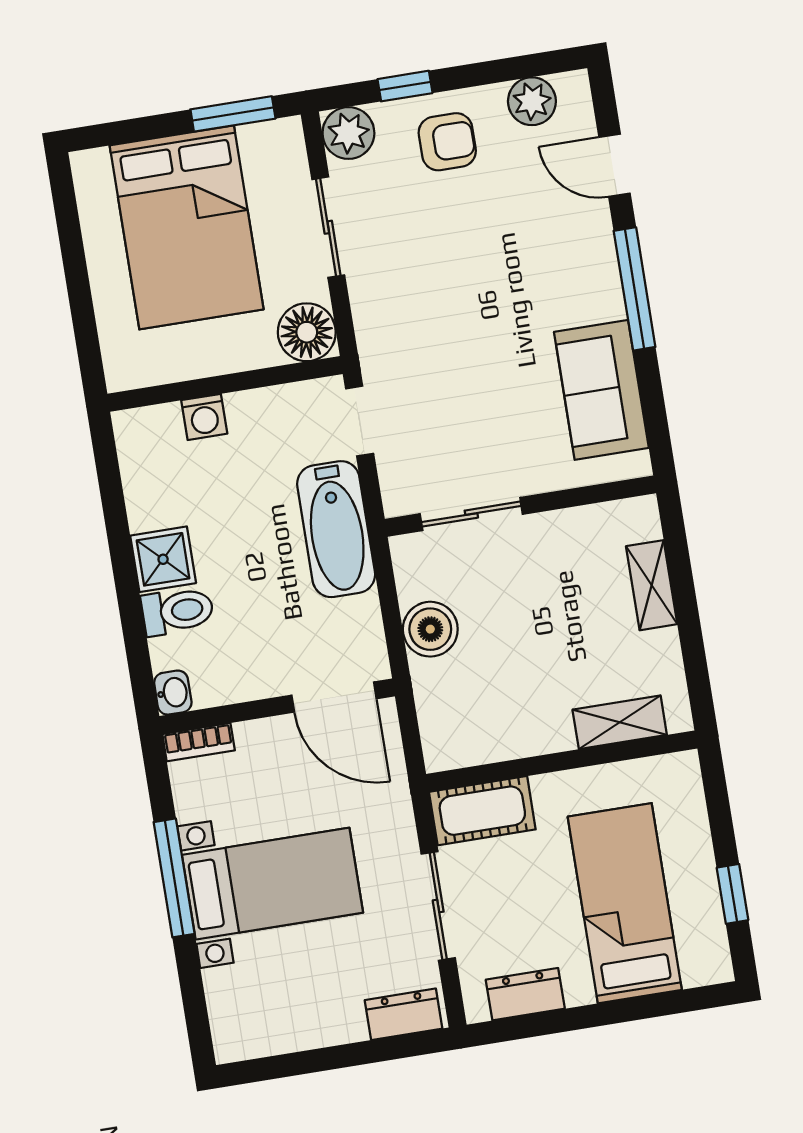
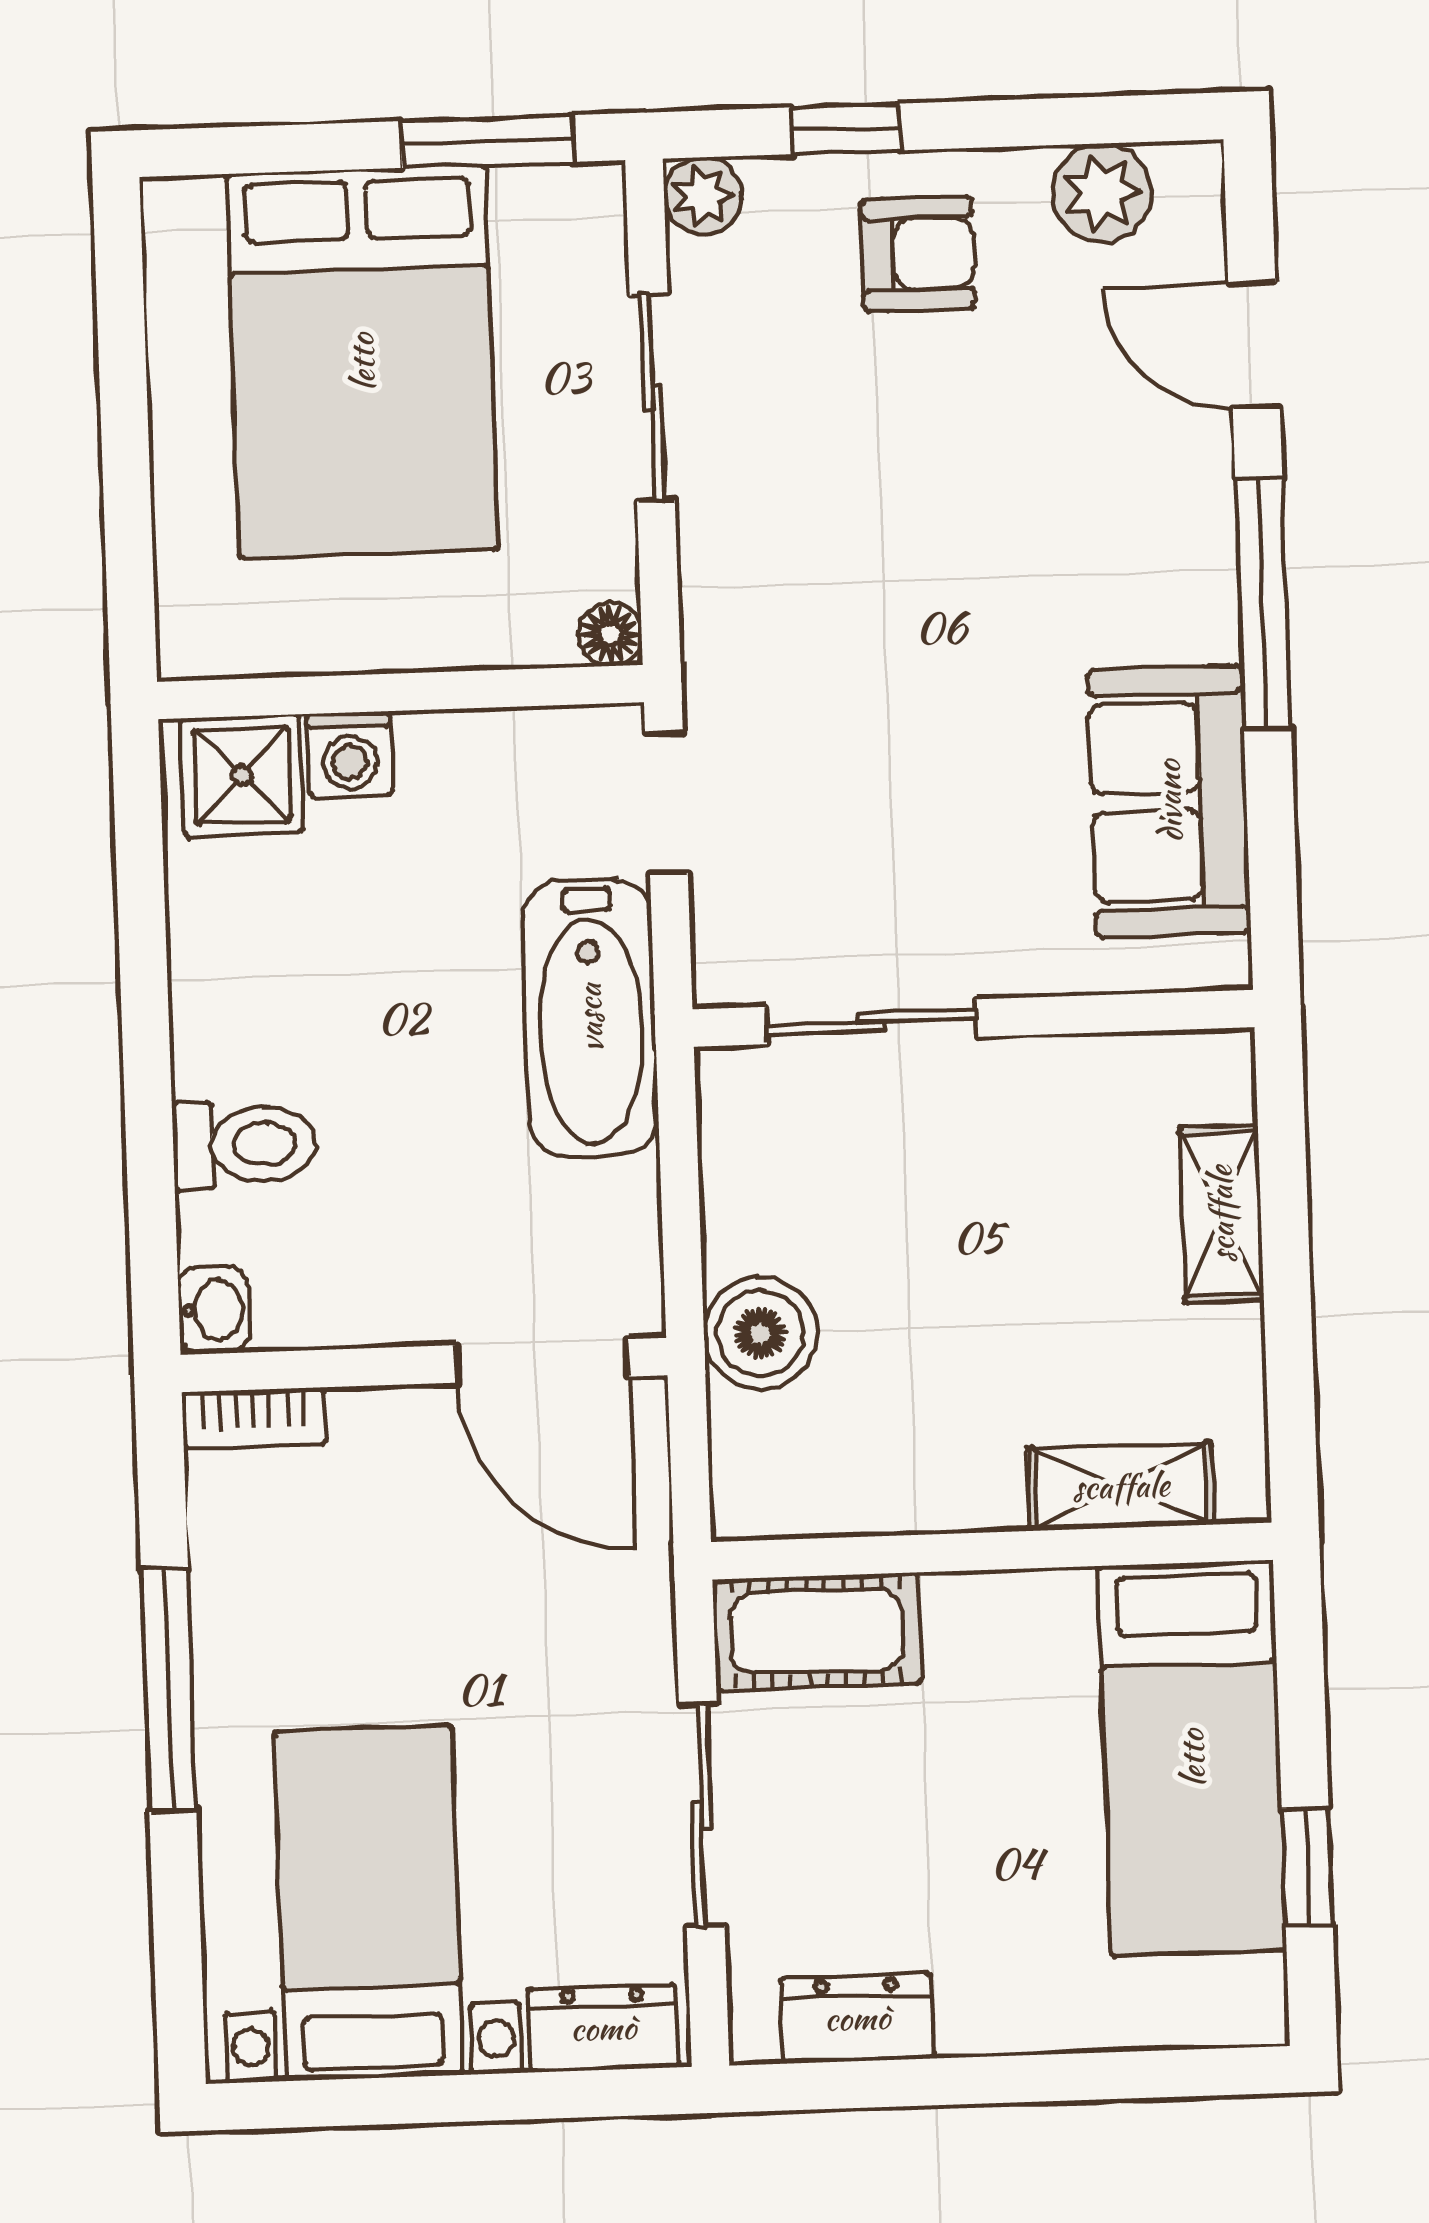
plant: (348, 133) -> (703, 196), width x0.73, depth x0.73
floor lamp: (307, 332) -> (610, 634), width x0.53, depth x0.53
shower: (163, 559) -> (242, 776), moved
boiler: (430, 629) -> (760, 1333), moved
bed with nightstands: (272, 884) -> (369, 1903), moved, turned -90
bed: (625, 903) -> (1192, 1758), moved, turned 180

